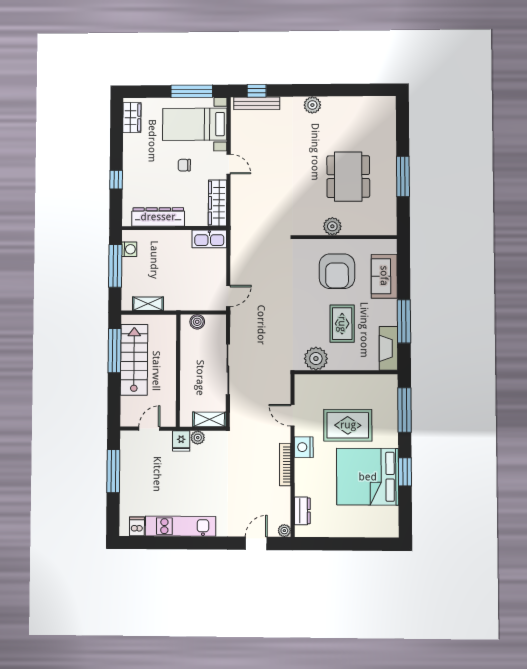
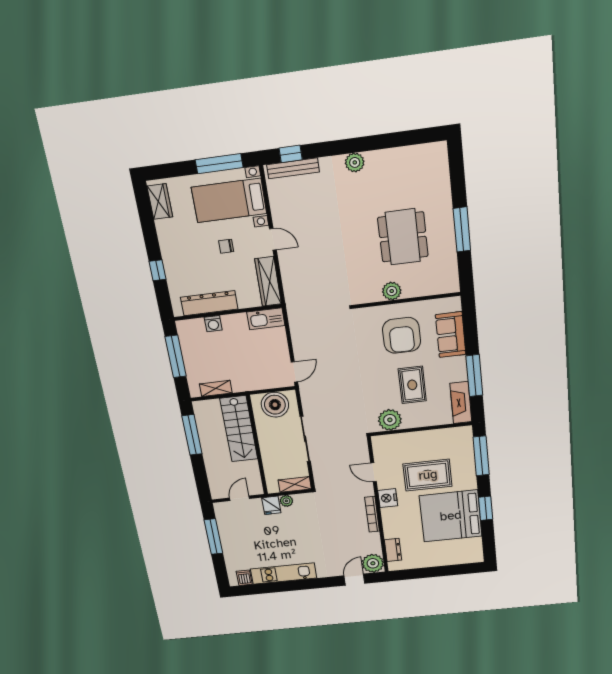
washing machine: (129, 249) -> (213, 324), moved, turned 90
boiler: (197, 322) -> (275, 405), width x1.86, depth x1.86
stairs: (134, 360) -> (239, 429), moved, turned 180
plant: (284, 531) -> (373, 563), width x1.88, depth x1.88

